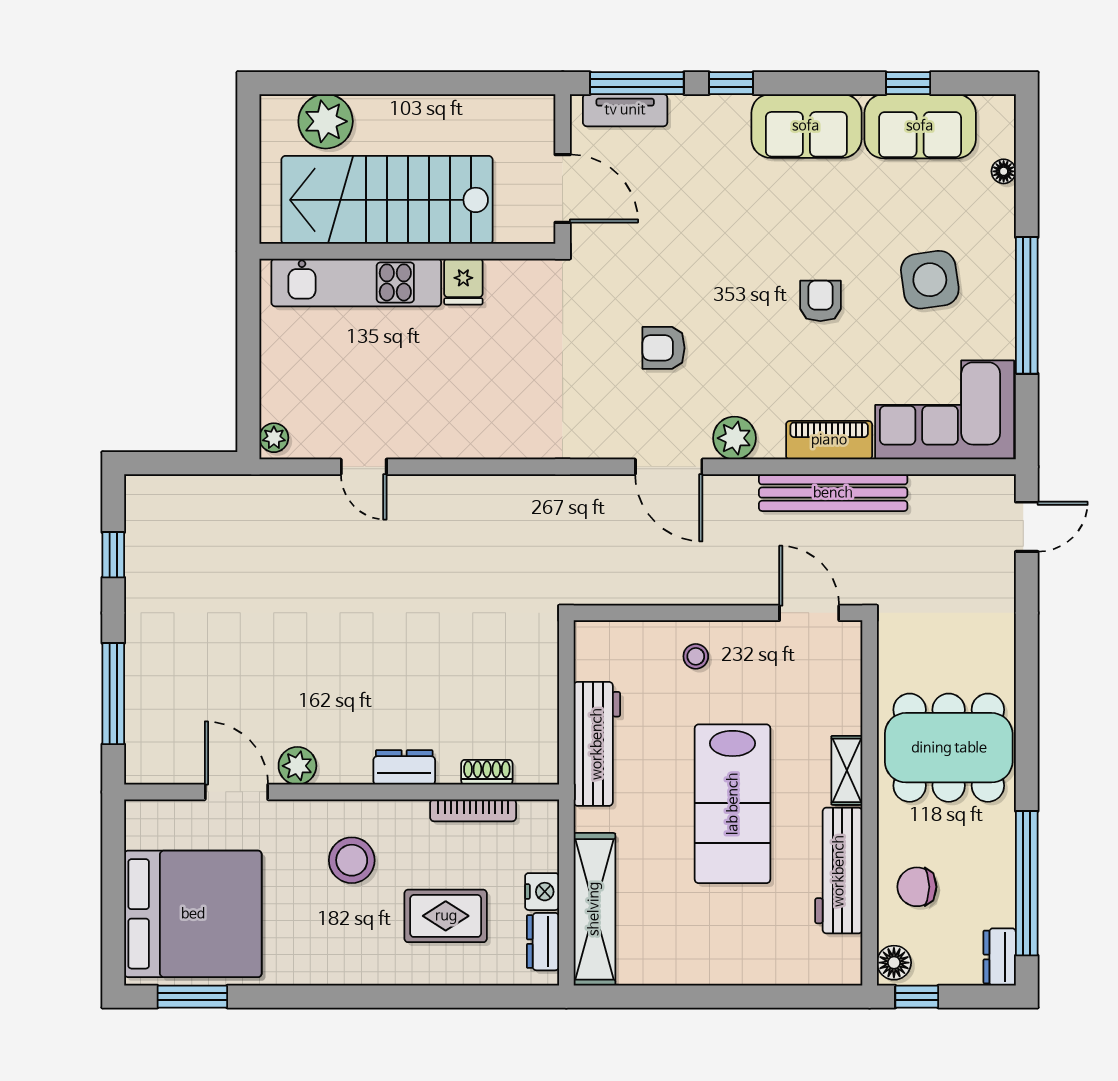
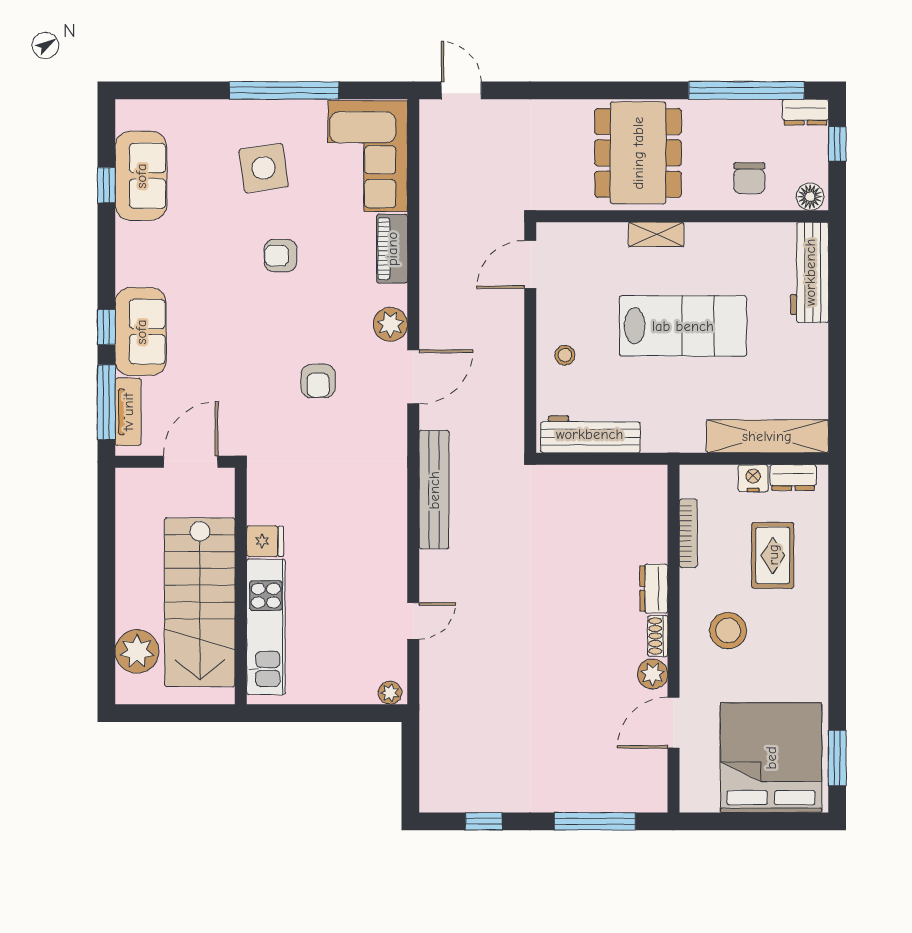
sofa: (806, 126) -> (141, 332), moved
floor lamp: (1004, 171) -> (177, 109), removed
bench: (833, 493) -> (434, 490), moved
workbench: (597, 744) -> (590, 434), moved
shoe rack: (487, 772) -> (658, 636), moved
workbench: (839, 871) -> (810, 272), moved, turned 90
window: (917, 997) -> (837, 144), moved

